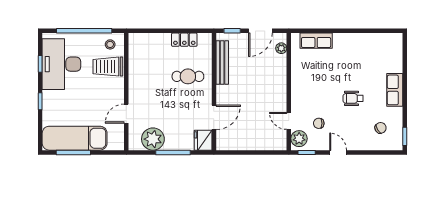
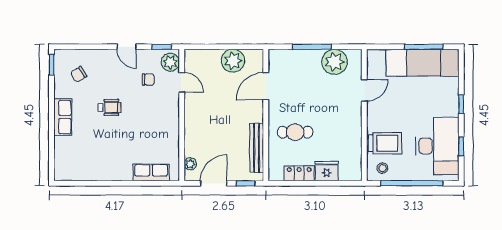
fridge: (203, 140) -> (327, 171), moved, turned -90
plant: (243, 140) -> (233, 61), added

